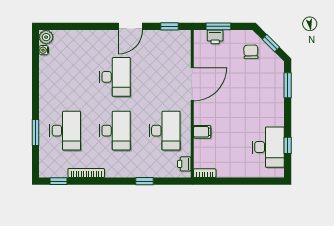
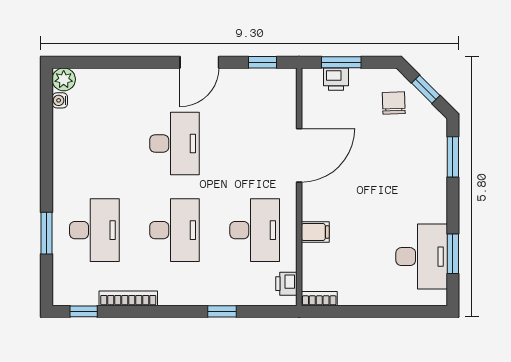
window: (288, 145) -> (453, 254), width x1.50

